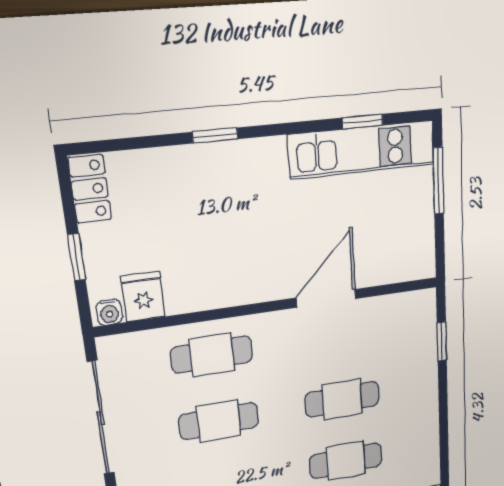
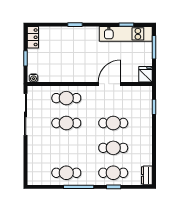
fridge: (143, 297) -> (146, 74), moved

